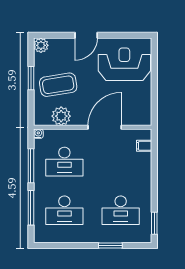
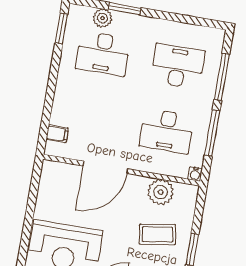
coffee table: (58, 85) -> (157, 234), width x0.73, depth x0.76
desk: (64, 162) -> (167, 131), turned 180
desk: (121, 210) -> (103, 53), turned 180
plant: (125, 236) -> (102, 18), added

